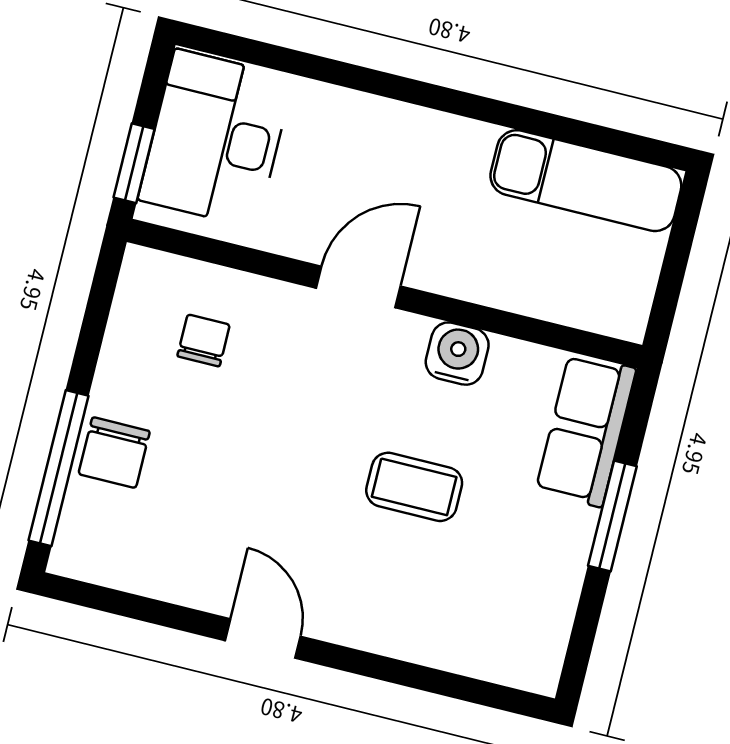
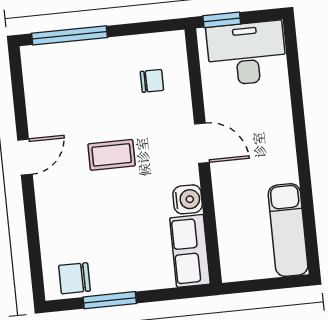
row of seats: (586, 430) -> (190, 251), moved, turned -90
chair: (114, 453) -> (75, 278), moved
coffee table: (414, 487) -> (112, 155), moved, turned 90
window: (612, 516) -> (110, 300), moved

